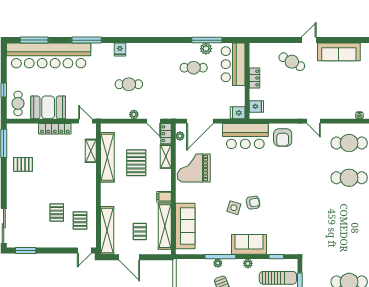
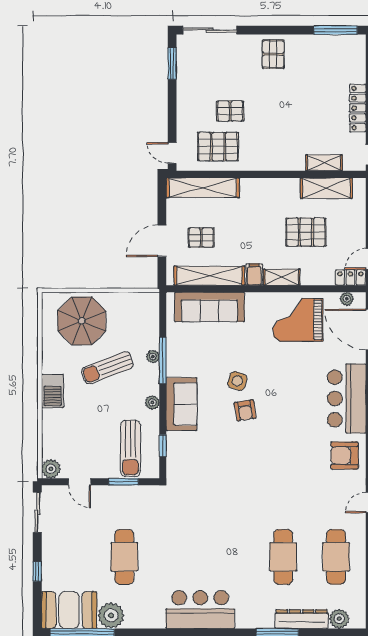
shelving: (107, 157) -> (326, 188), width x0.68
shelving: (166, 157) -> (282, 277), moved
pallet: (23, 164) -> (273, 54), moved
grand piano: (194, 168) -> (298, 320), turned -90
pallet: (80, 220) -> (218, 146), width x1.50, depth x1.42
door: (129, 257) -> (162, 241), moved

